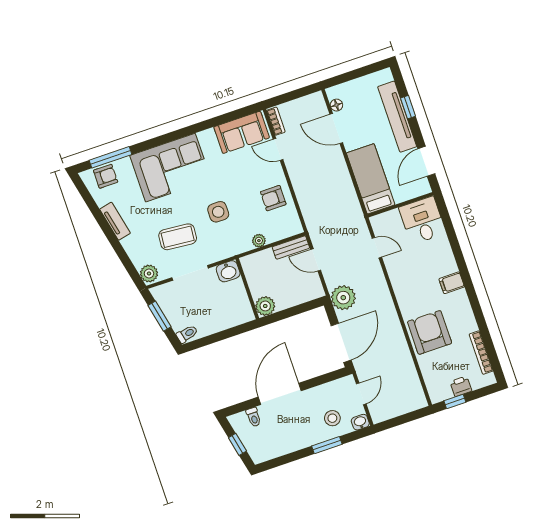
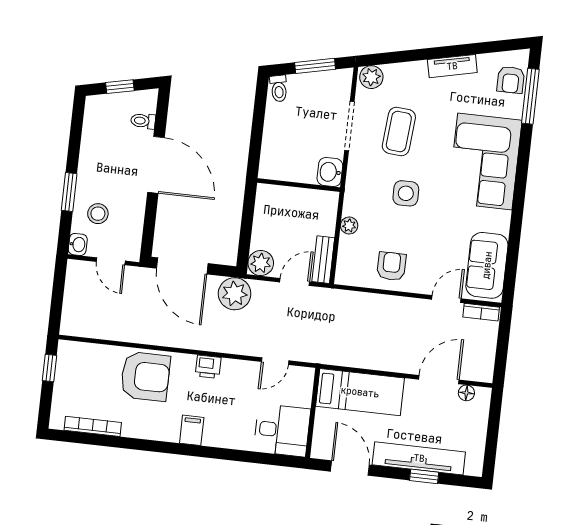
plant: (265, 306) -> (261, 263), moved
printer: (461, 386) -> (208, 367), moved, turned 90

